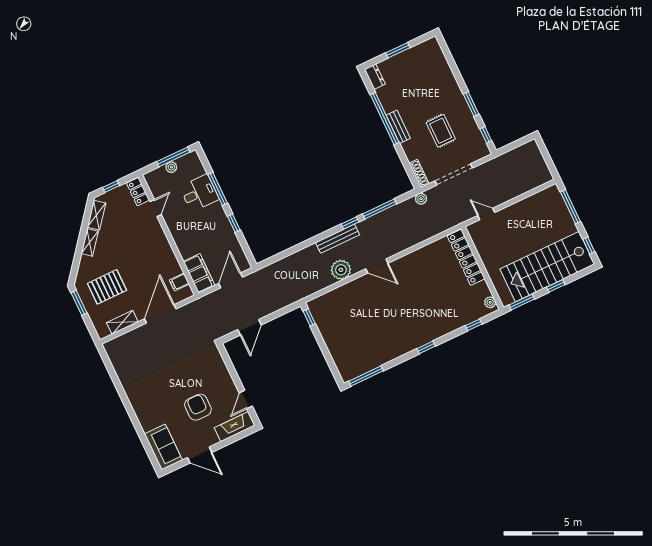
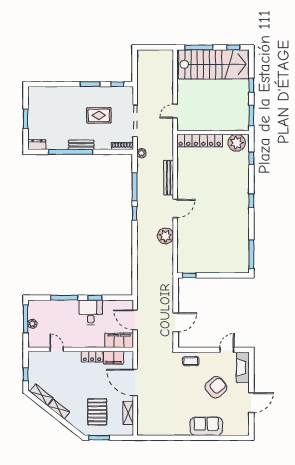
locker: (138, 192) -> (92, 357), moved
desk: (199, 193) -> (91, 312), moved
bench: (337, 239) -> (169, 178), moved
stairs: (547, 267) -> (214, 64), moved, turned -90
filing cabinet: (179, 282) -> (114, 358), width x2.00
plant: (490, 302) -> (237, 143), width x1.88, depth x1.88
door: (250, 327) -> (176, 322), hinge flipped
coffee table: (214, 365) -> (191, 361), added
door: (246, 400) -> (227, 350), swing flipped
armchair: (198, 407) -> (216, 387), turned 139
sofa: (163, 447) -> (206, 426), moved

